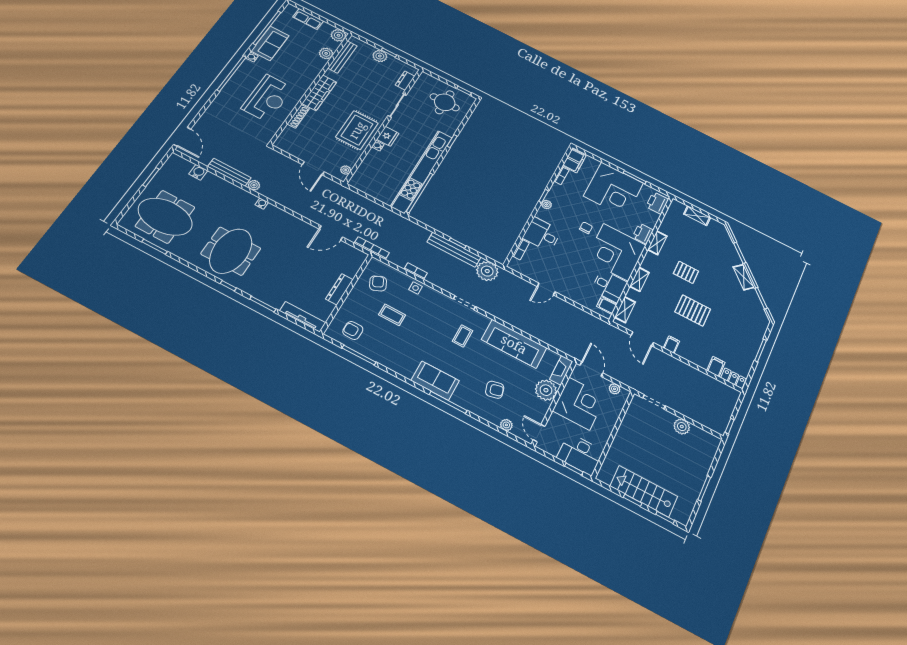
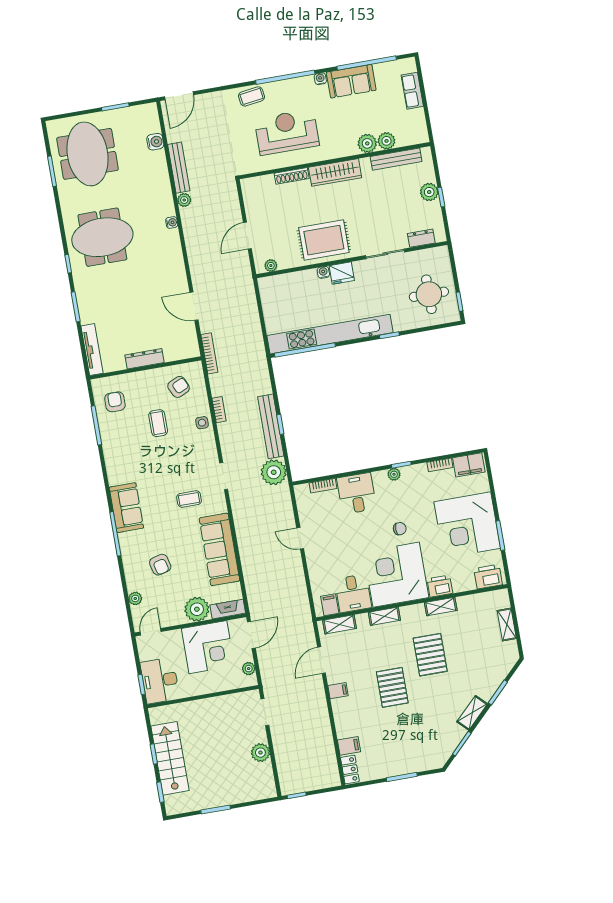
plant: (339, 35) -> (367, 143), moved
reception desk: (267, 98) -> (287, 132), turned 180
coffee table: (225, 99) -> (252, 96), added
pallet: (686, 272) -> (430, 655), width x1.50, depth x1.42

